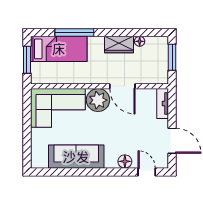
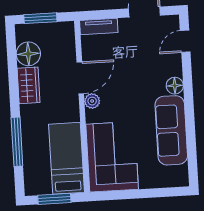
floor lamp: (140, 41) -> (28, 54), width x1.89, depth x1.89
bed: (59, 49) -> (66, 158), moved
plant: (98, 100) -> (92, 101), width x0.53, depth x0.53
floor lamp: (125, 161) -> (175, 86), moved

